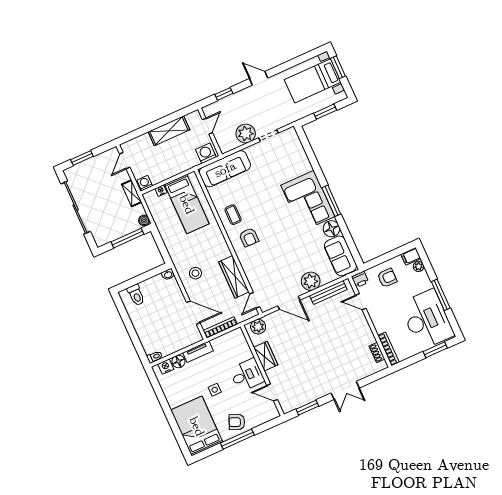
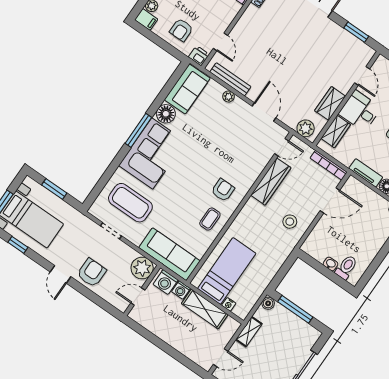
window: (224, 94) -> (18, 245), moved
armchair: (246, 102) -> (92, 273), added
shelving: (169, 131) -> (205, 309), moved
plant: (246, 134) -> (142, 268), moved
coffee table: (281, 163) -> (130, 203), added
washing machine: (145, 183) -> (181, 290), moved
washbasin: (168, 274) -> (330, 264), moved
armchair: (387, 278) -> (181, 30), turned -90
plant: (311, 281) -> (229, 96), width x0.53, depth x0.53
door: (193, 313) -> (330, 200), swing flipped
wardrobe: (242, 348) -> (336, 131), added

